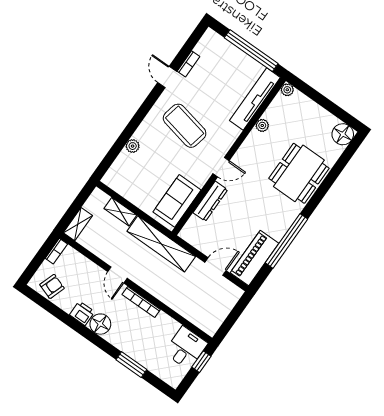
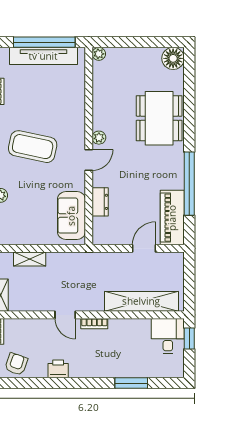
tv unit: (255, 99) -> (43, 56), moved, turned -90
plant: (262, 125) -> (99, 138), moved
dresser: (210, 201) -> (100, 202), width x0.70
shelving: (161, 244) -> (141, 301), moved
bookcase: (141, 302) -> (94, 324), width x0.64
floor lamp: (100, 324) -> (80, 367), removed

